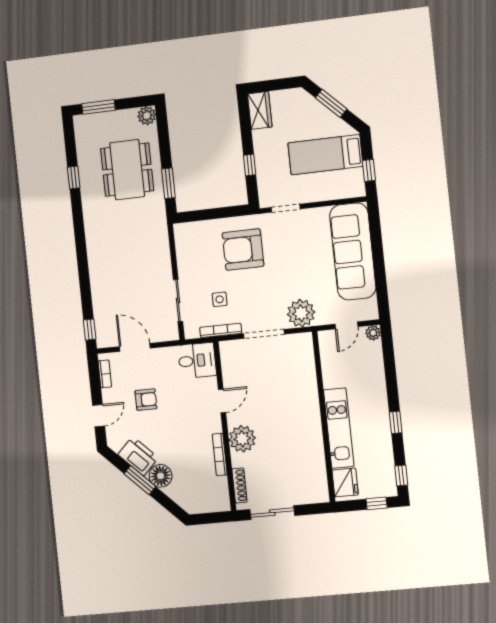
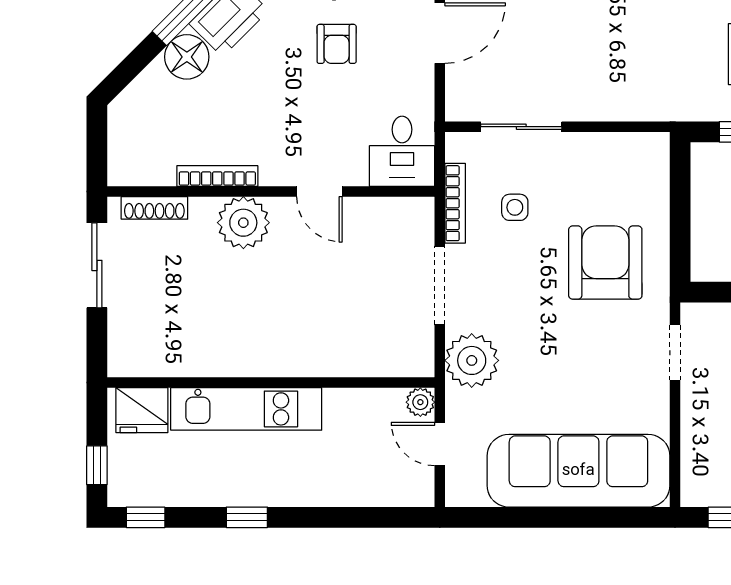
plant: (373, 333) -> (420, 402), moved

